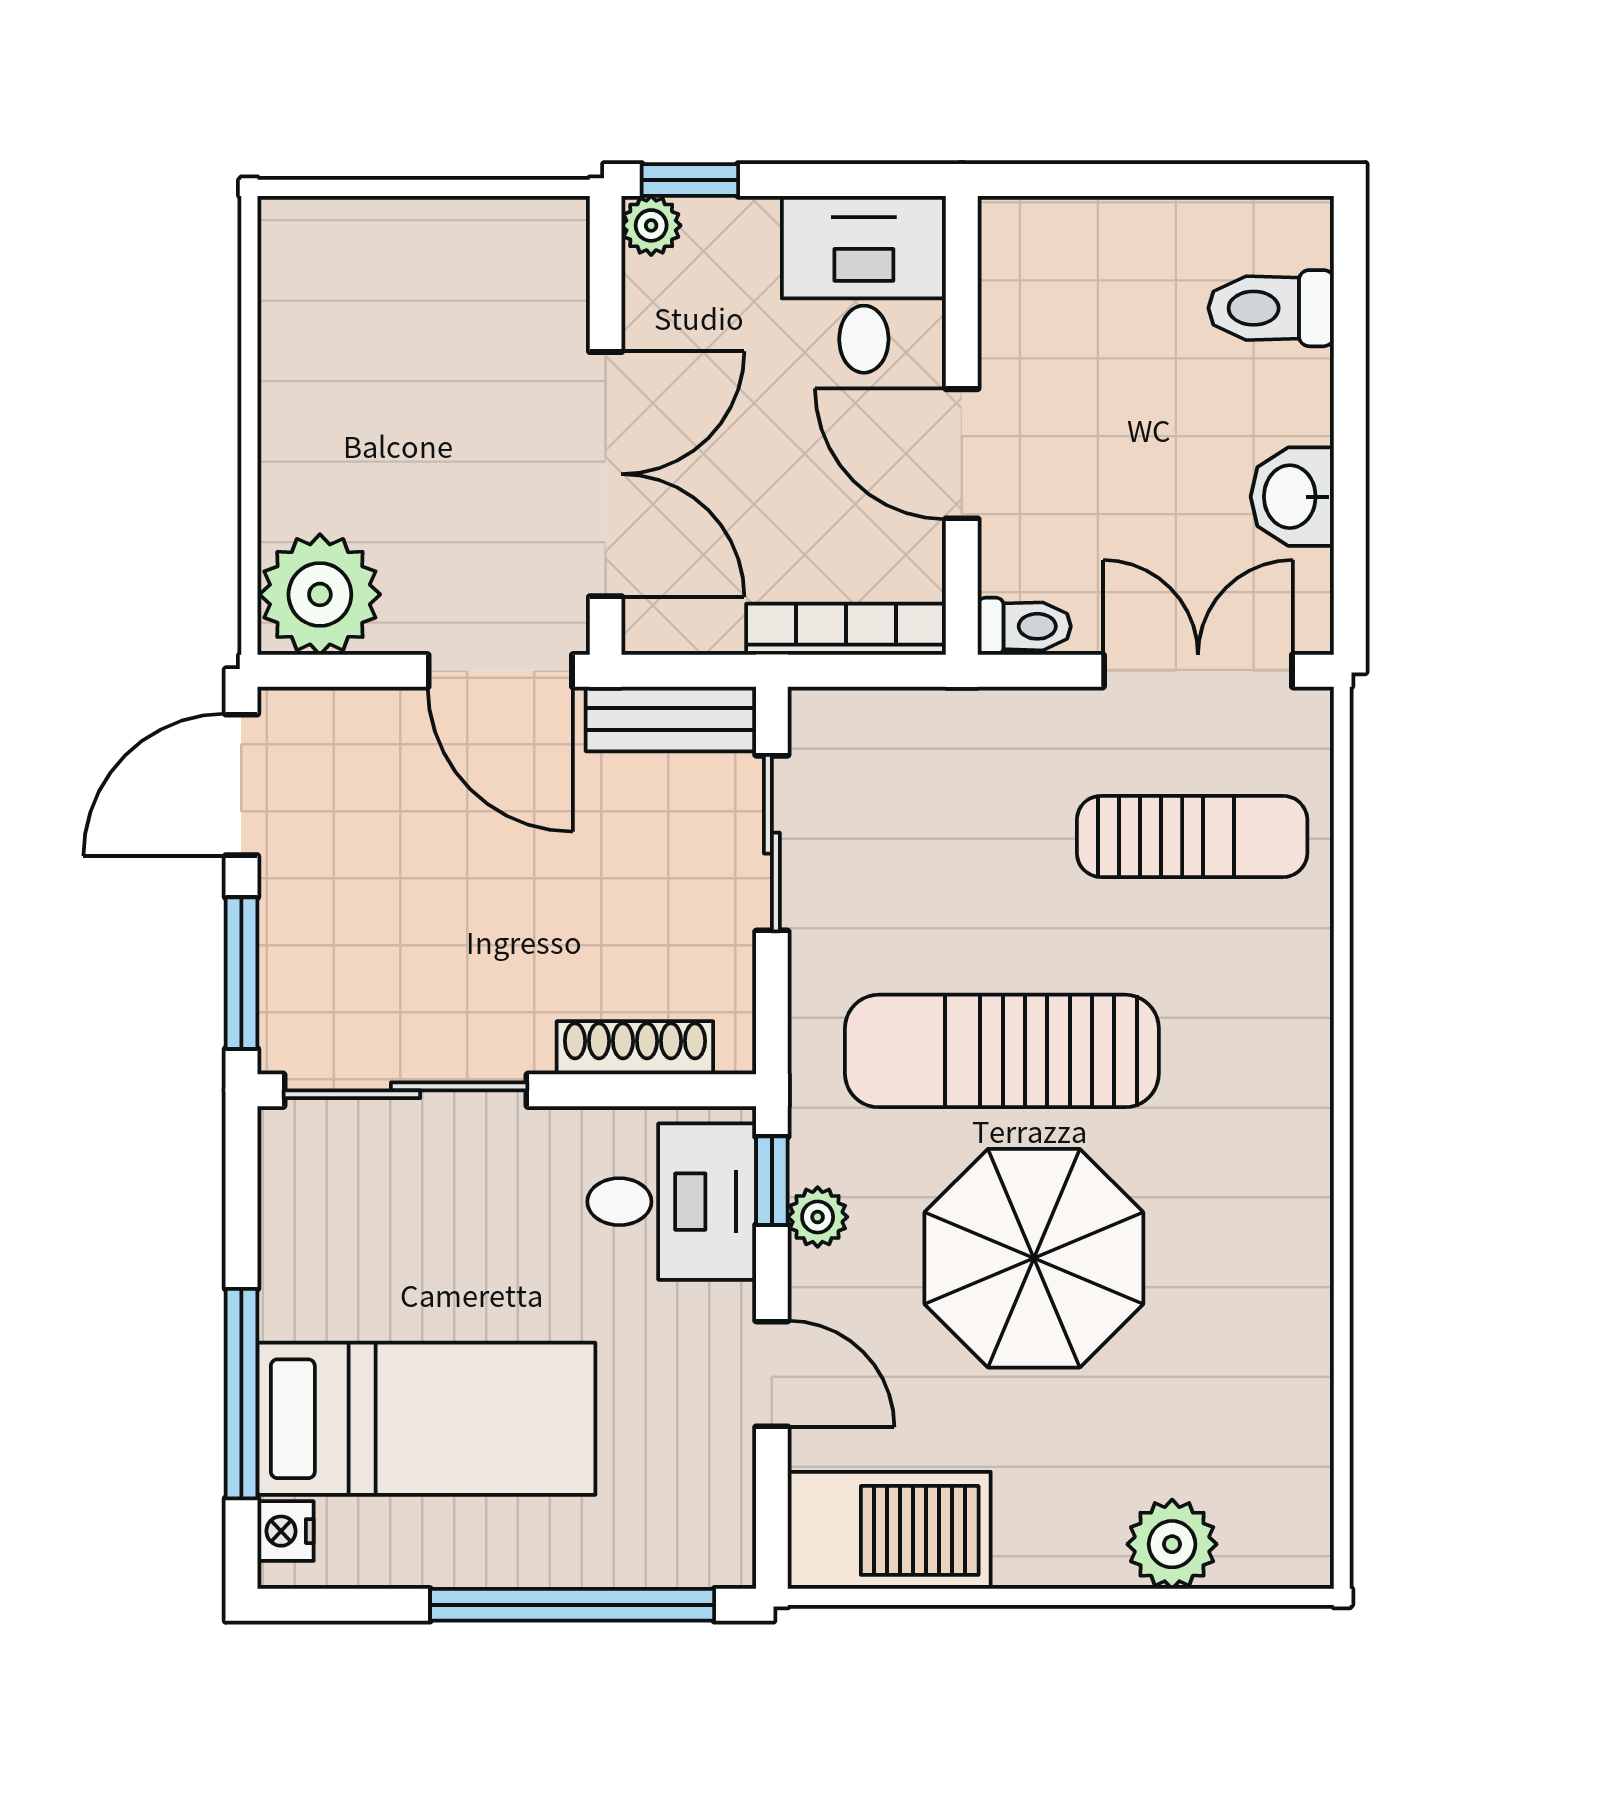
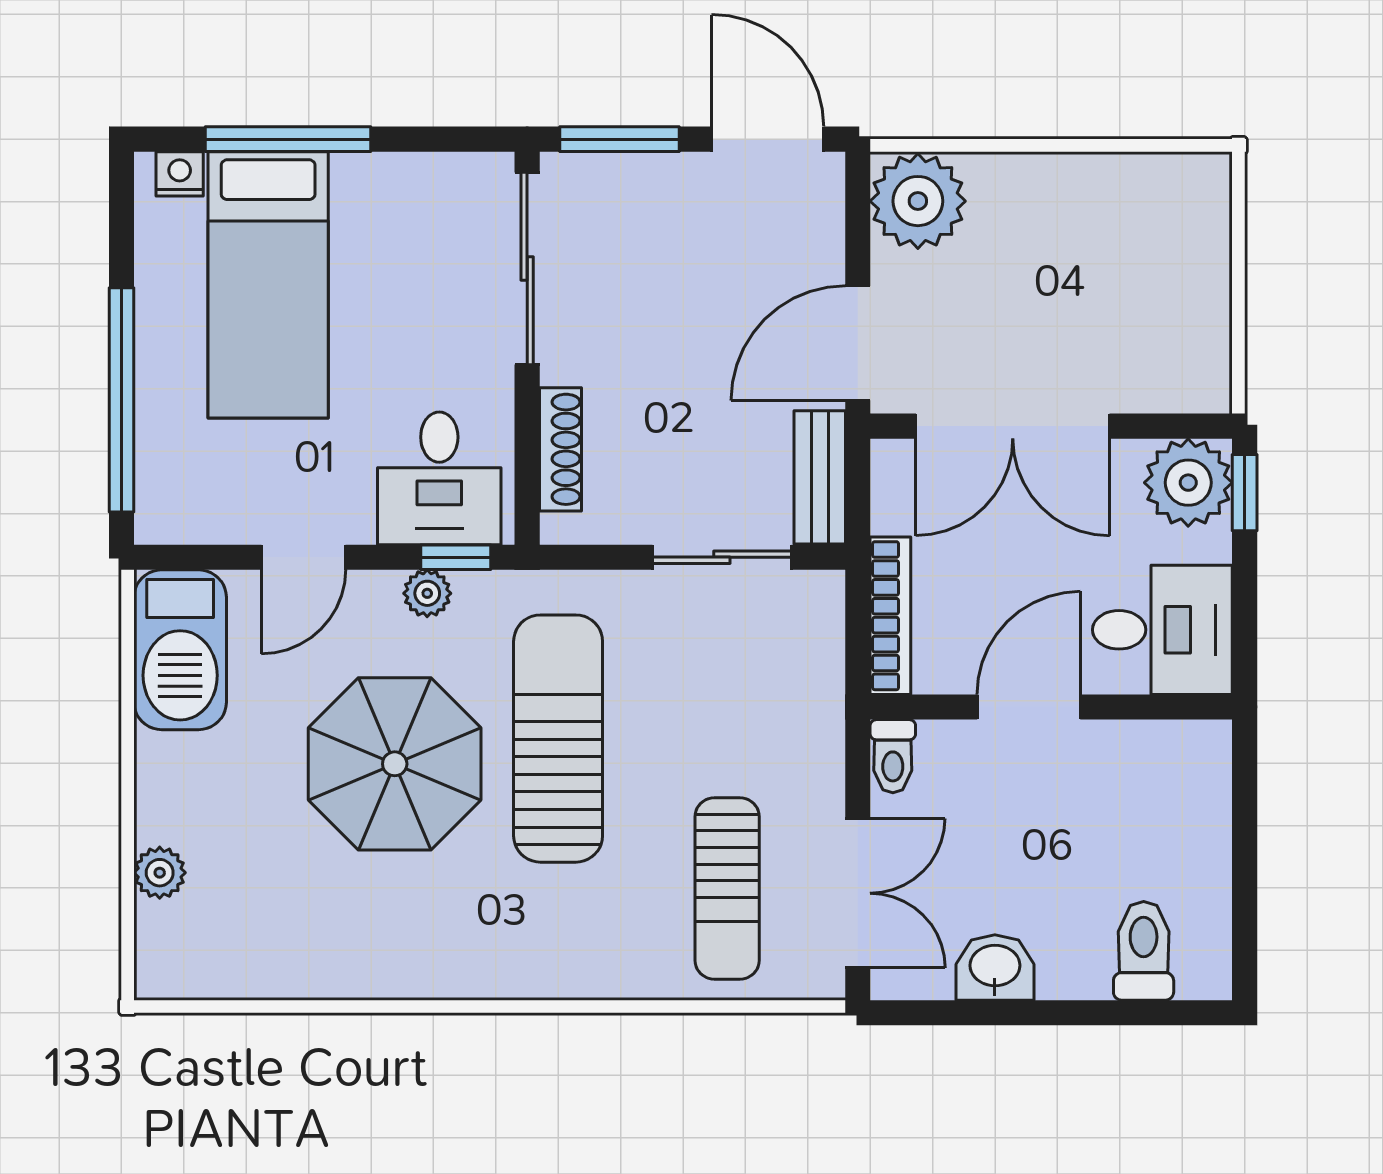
plant: (651, 225) -> (1188, 483), width x1.88, depth x1.88
plant: (1172, 1544) -> (160, 873), width x0.73, depth x0.73

